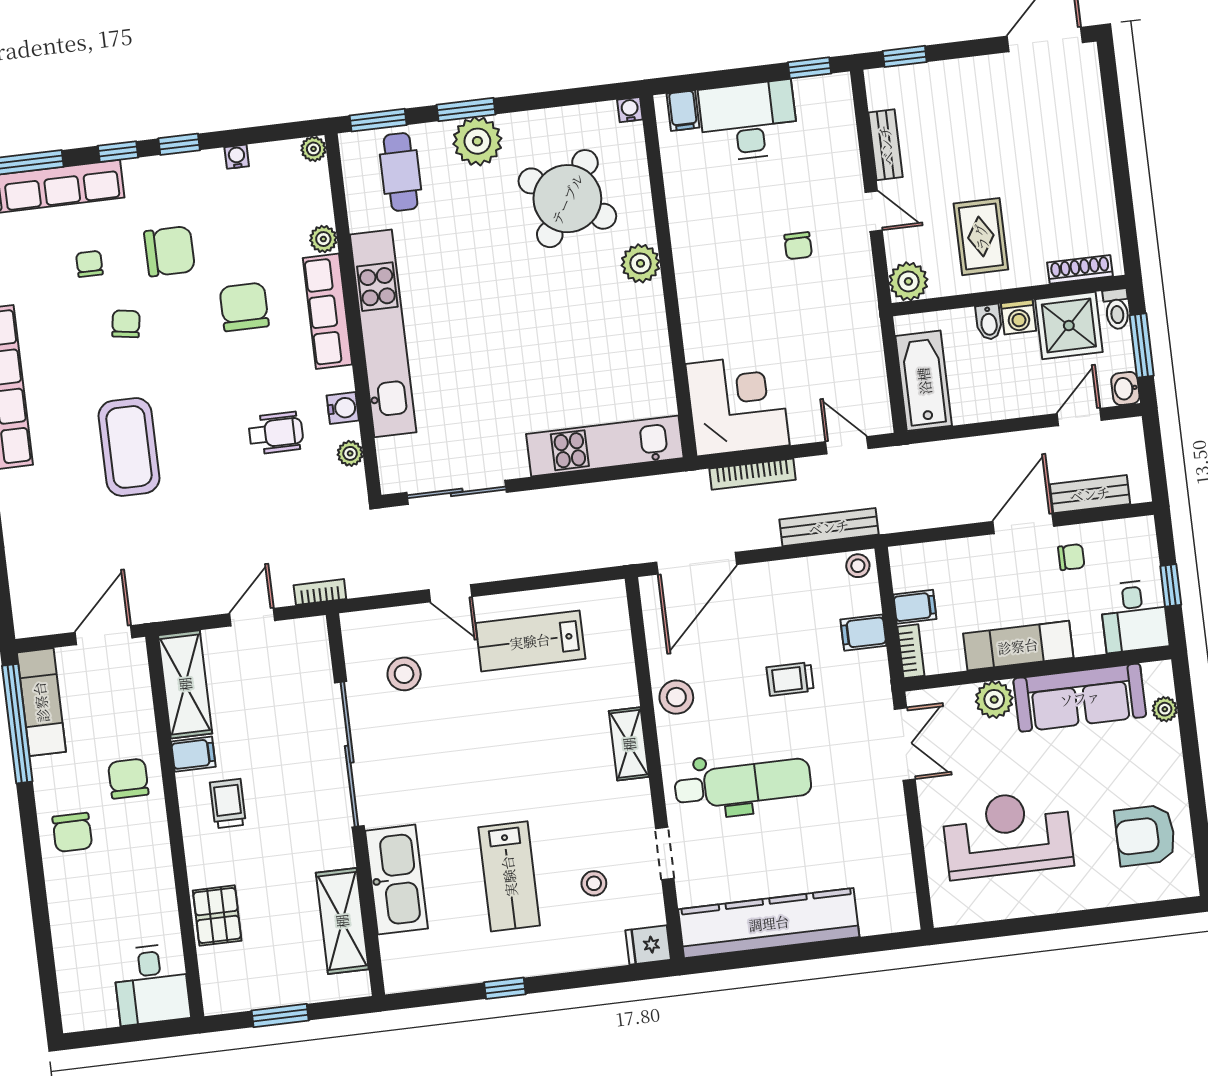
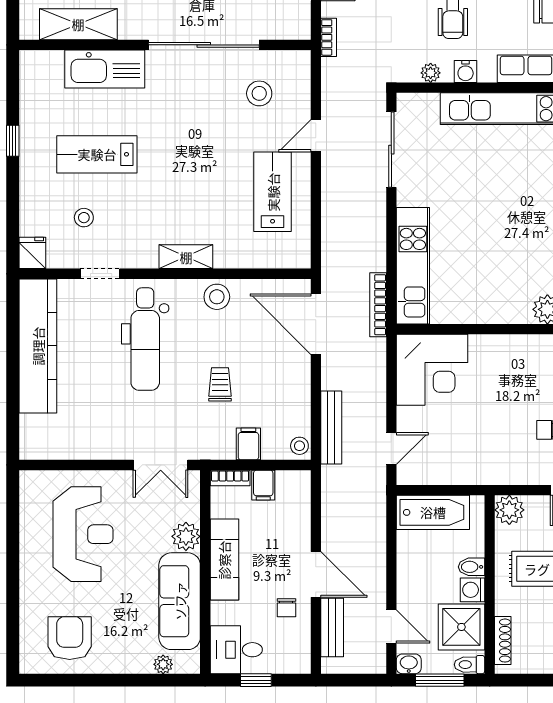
bookcase: (753, 474) -> (378, 305), moved

